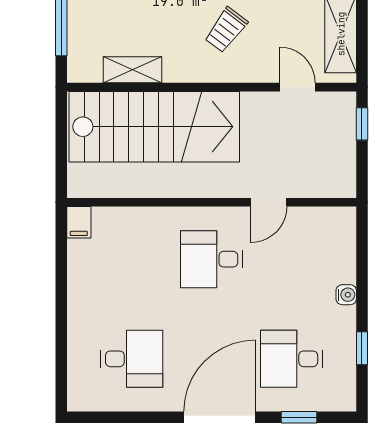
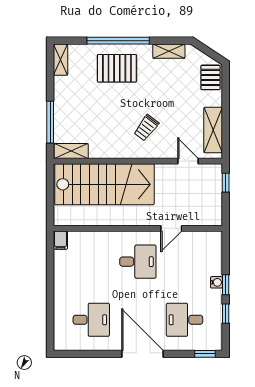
shelving: (132, 70) -> (71, 151), moved
desk: (212, 259) -> (138, 262), turned 180
window: (362, 299) -> (226, 285), added
door: (220, 417) -> (143, 354), hinge flipped
window: (299, 417) -> (205, 354), moved

